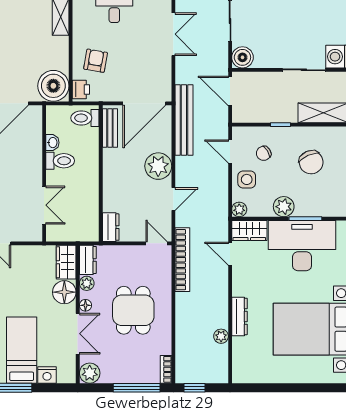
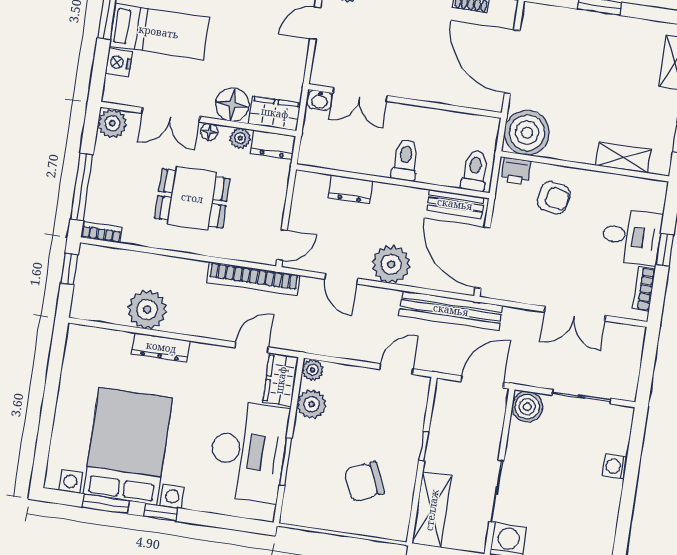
washbasin: (52, 143) -> (320, 100), moved
chair: (264, 153) -> (387, 416), removed
toilet: (60, 161) -> (405, 160), moved, turned 180
side table: (247, 179) -> (353, 387), removed
plant: (284, 207) -> (312, 404), moved
dresser: (111, 227) -> (351, 189), moved
plant: (221, 336) -> (147, 310), width x1.88, depth x1.88

